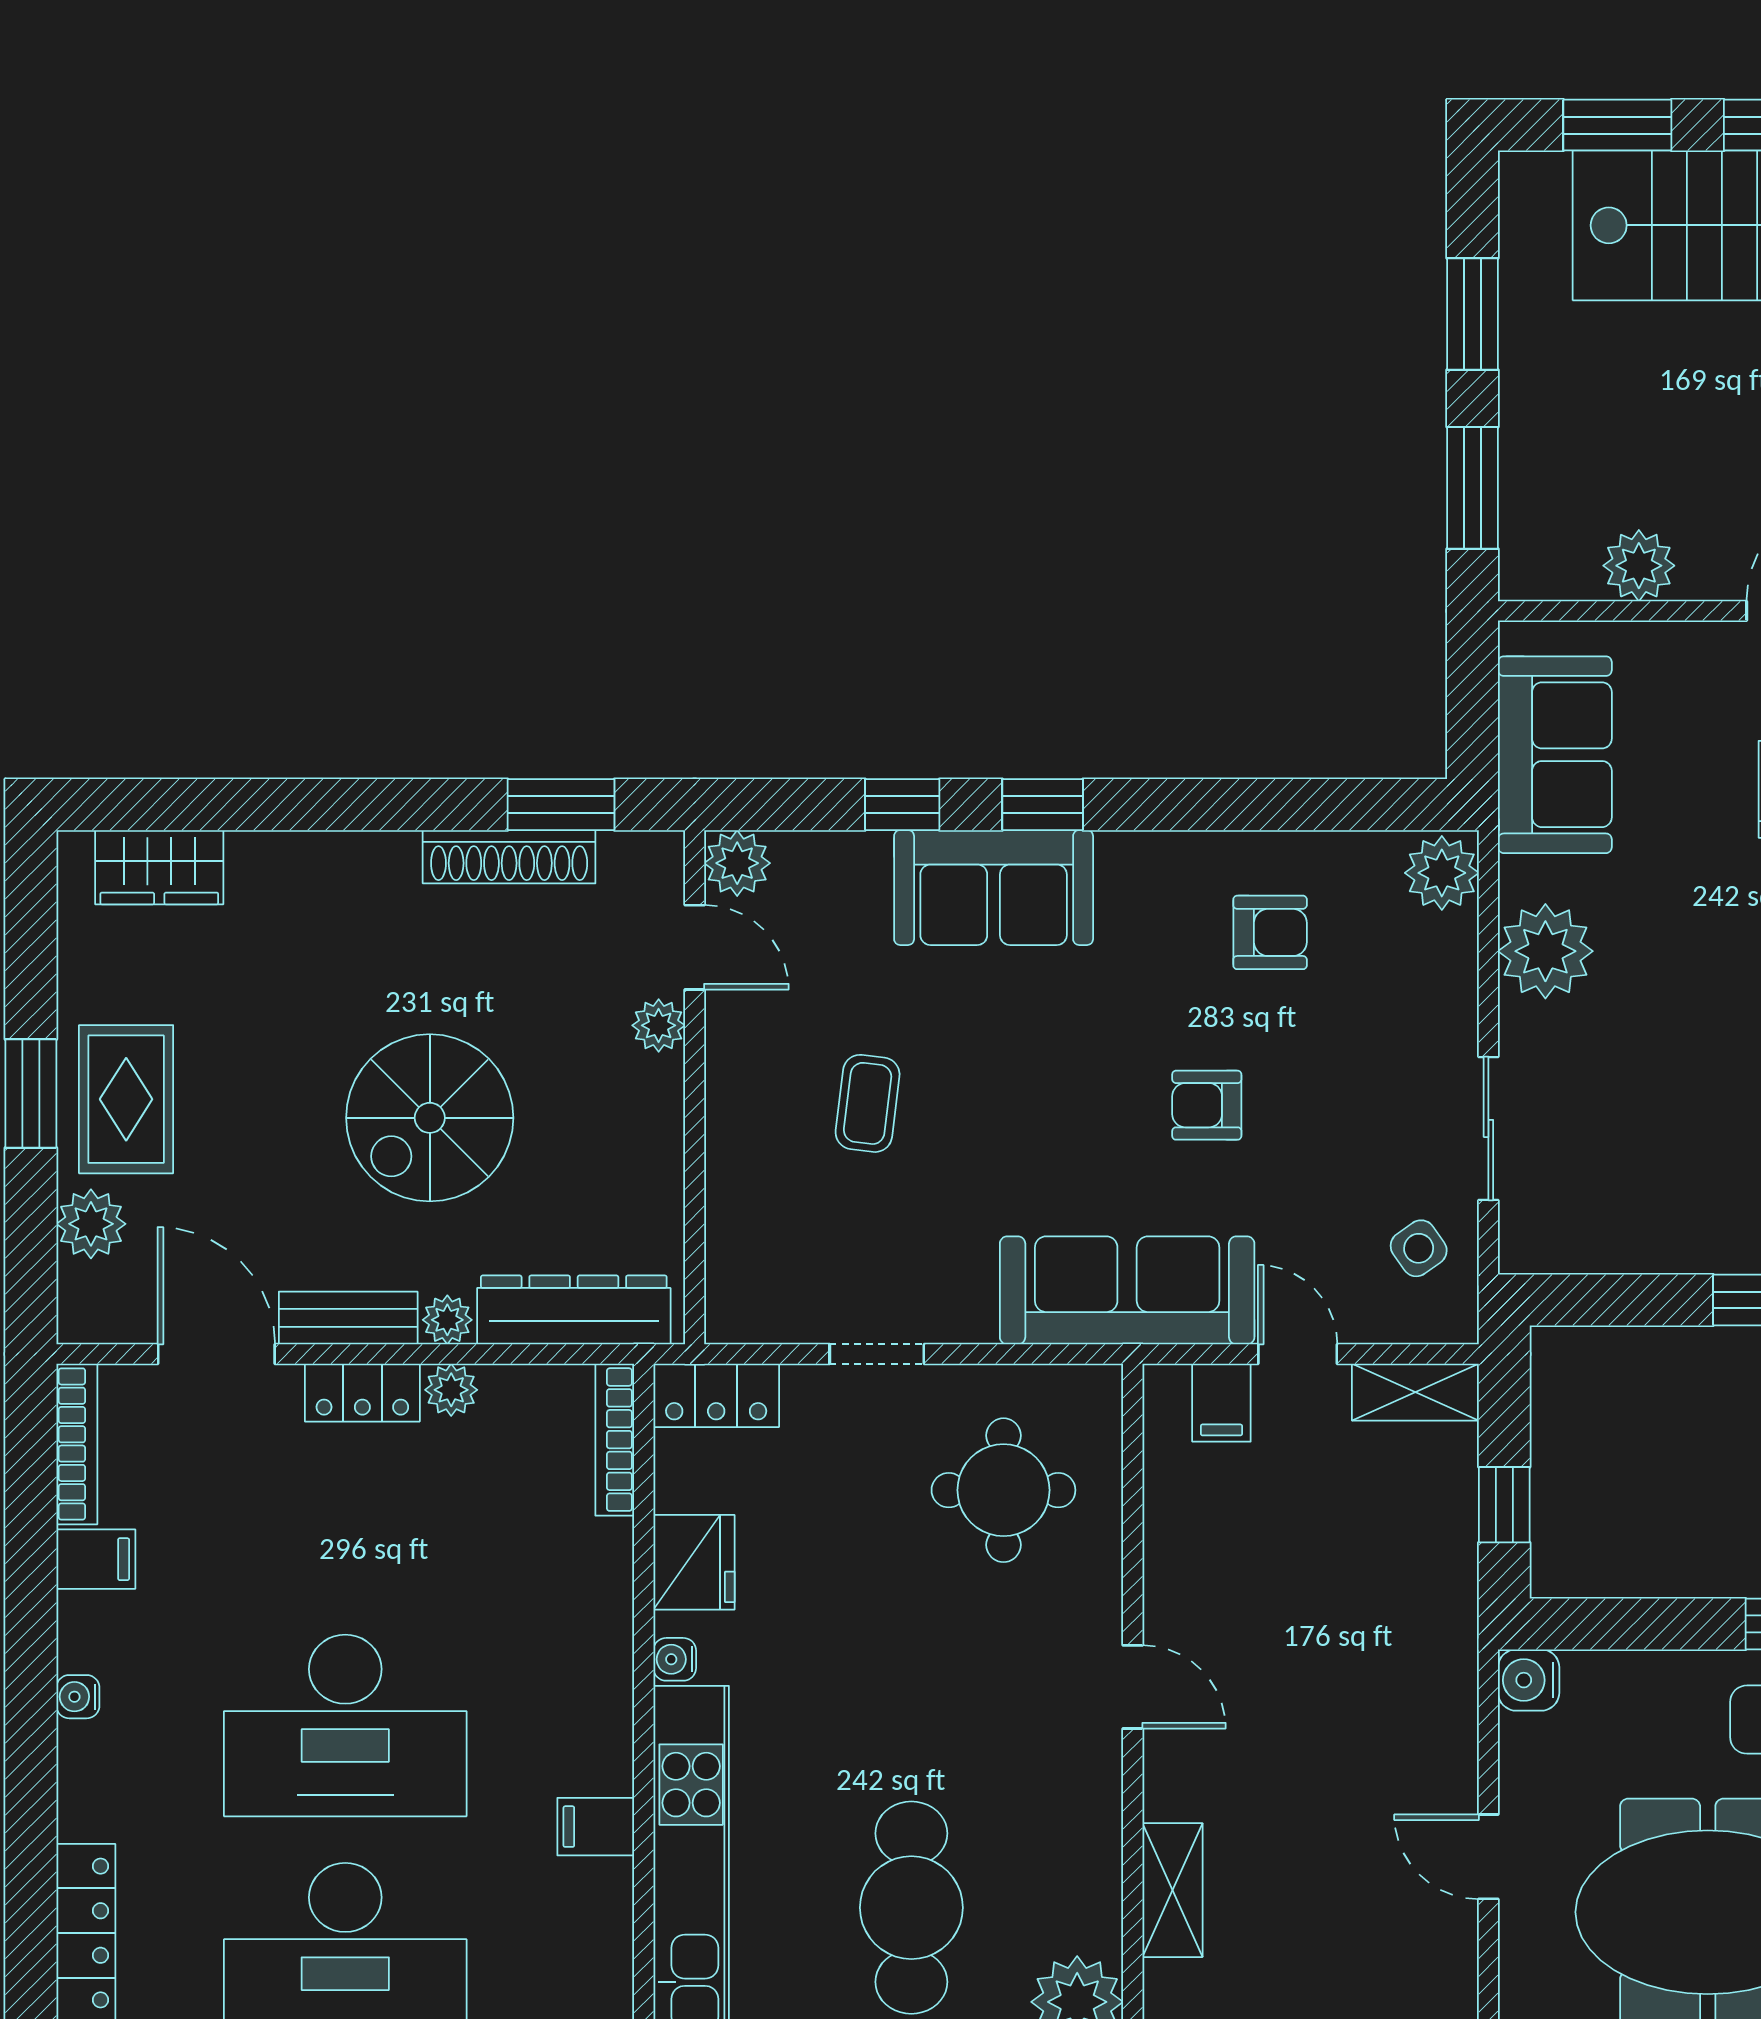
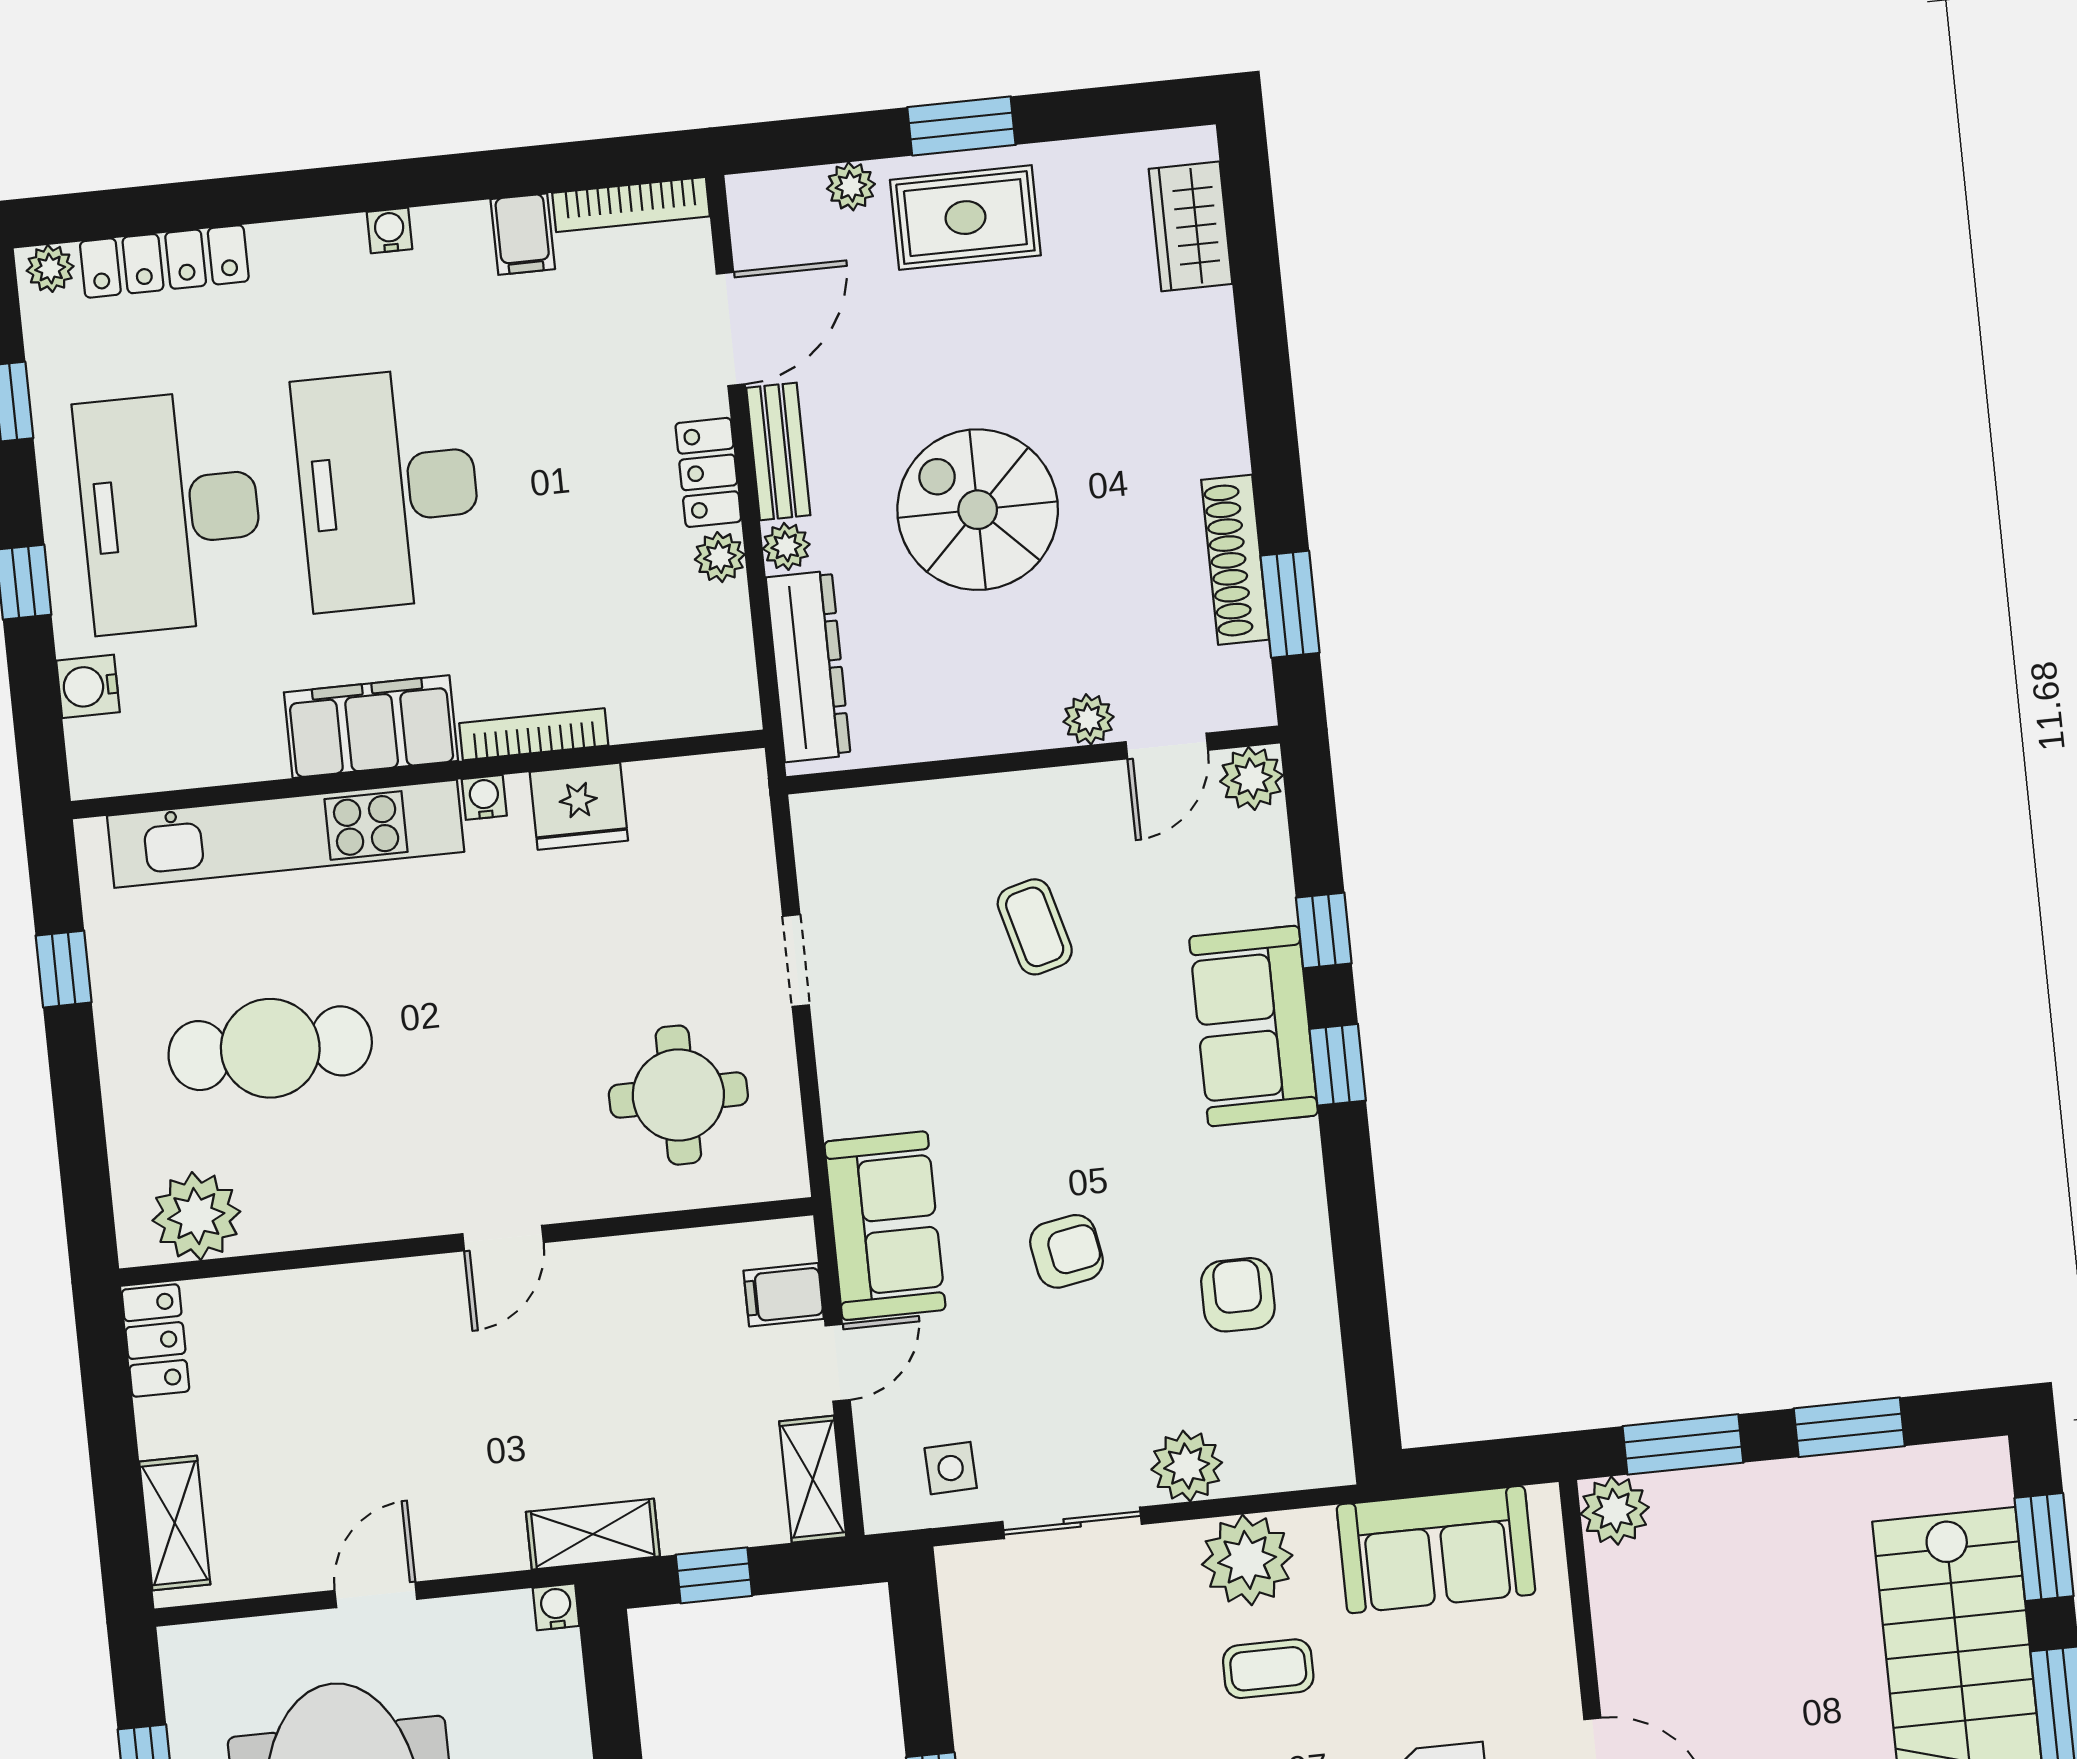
plant: (1639, 566) -> (1615, 1511), moved
plant: (1442, 873) -> (1187, 1466), moved
armchair: (1270, 932) -> (1238, 1295), turned 180
coffee table: (1660, 941) -> (1268, 1669), added
coffee table: (868, 1103) -> (1035, 927), turned 68
armchair: (1207, 1105) -> (1067, 1251), turned 80
plant: (91, 1224) -> (851, 186), width x0.73, depth x0.73
side table: (1419, 1248) -> (951, 1468), turned 33
sofa: (1127, 1290) -> (885, 1226), width x0.73
locker: (716, 1395) -> (741, 811), removed
bookcase: (615, 1440) -> (534, 734), moved
water cooler: (1529, 1680) -> (556, 1607), width x0.72, depth x0.72
filing cabinet: (596, 1827) -> (371, 727), width x3.00, depth x1.17
shelving: (1172, 1890) -> (593, 1534), moved

